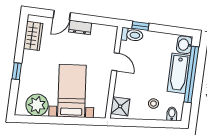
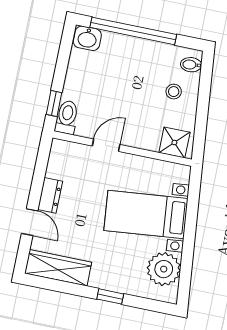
wardrobe: (33, 36) -> (58, 268), width x1.50
bathtub: (179, 73) -> (130, 50), removed

